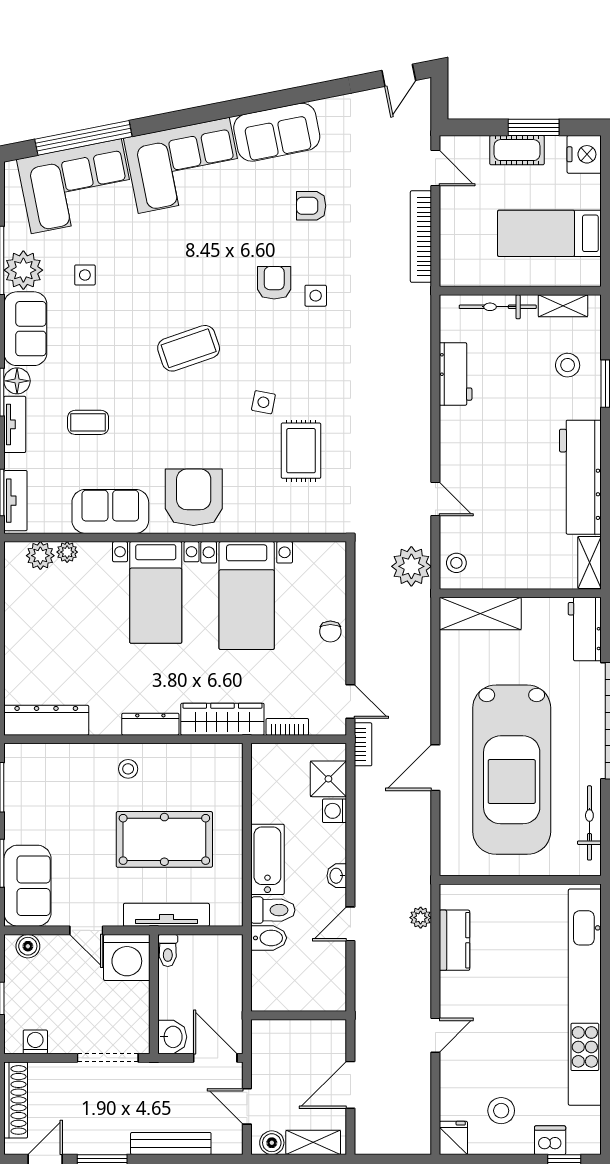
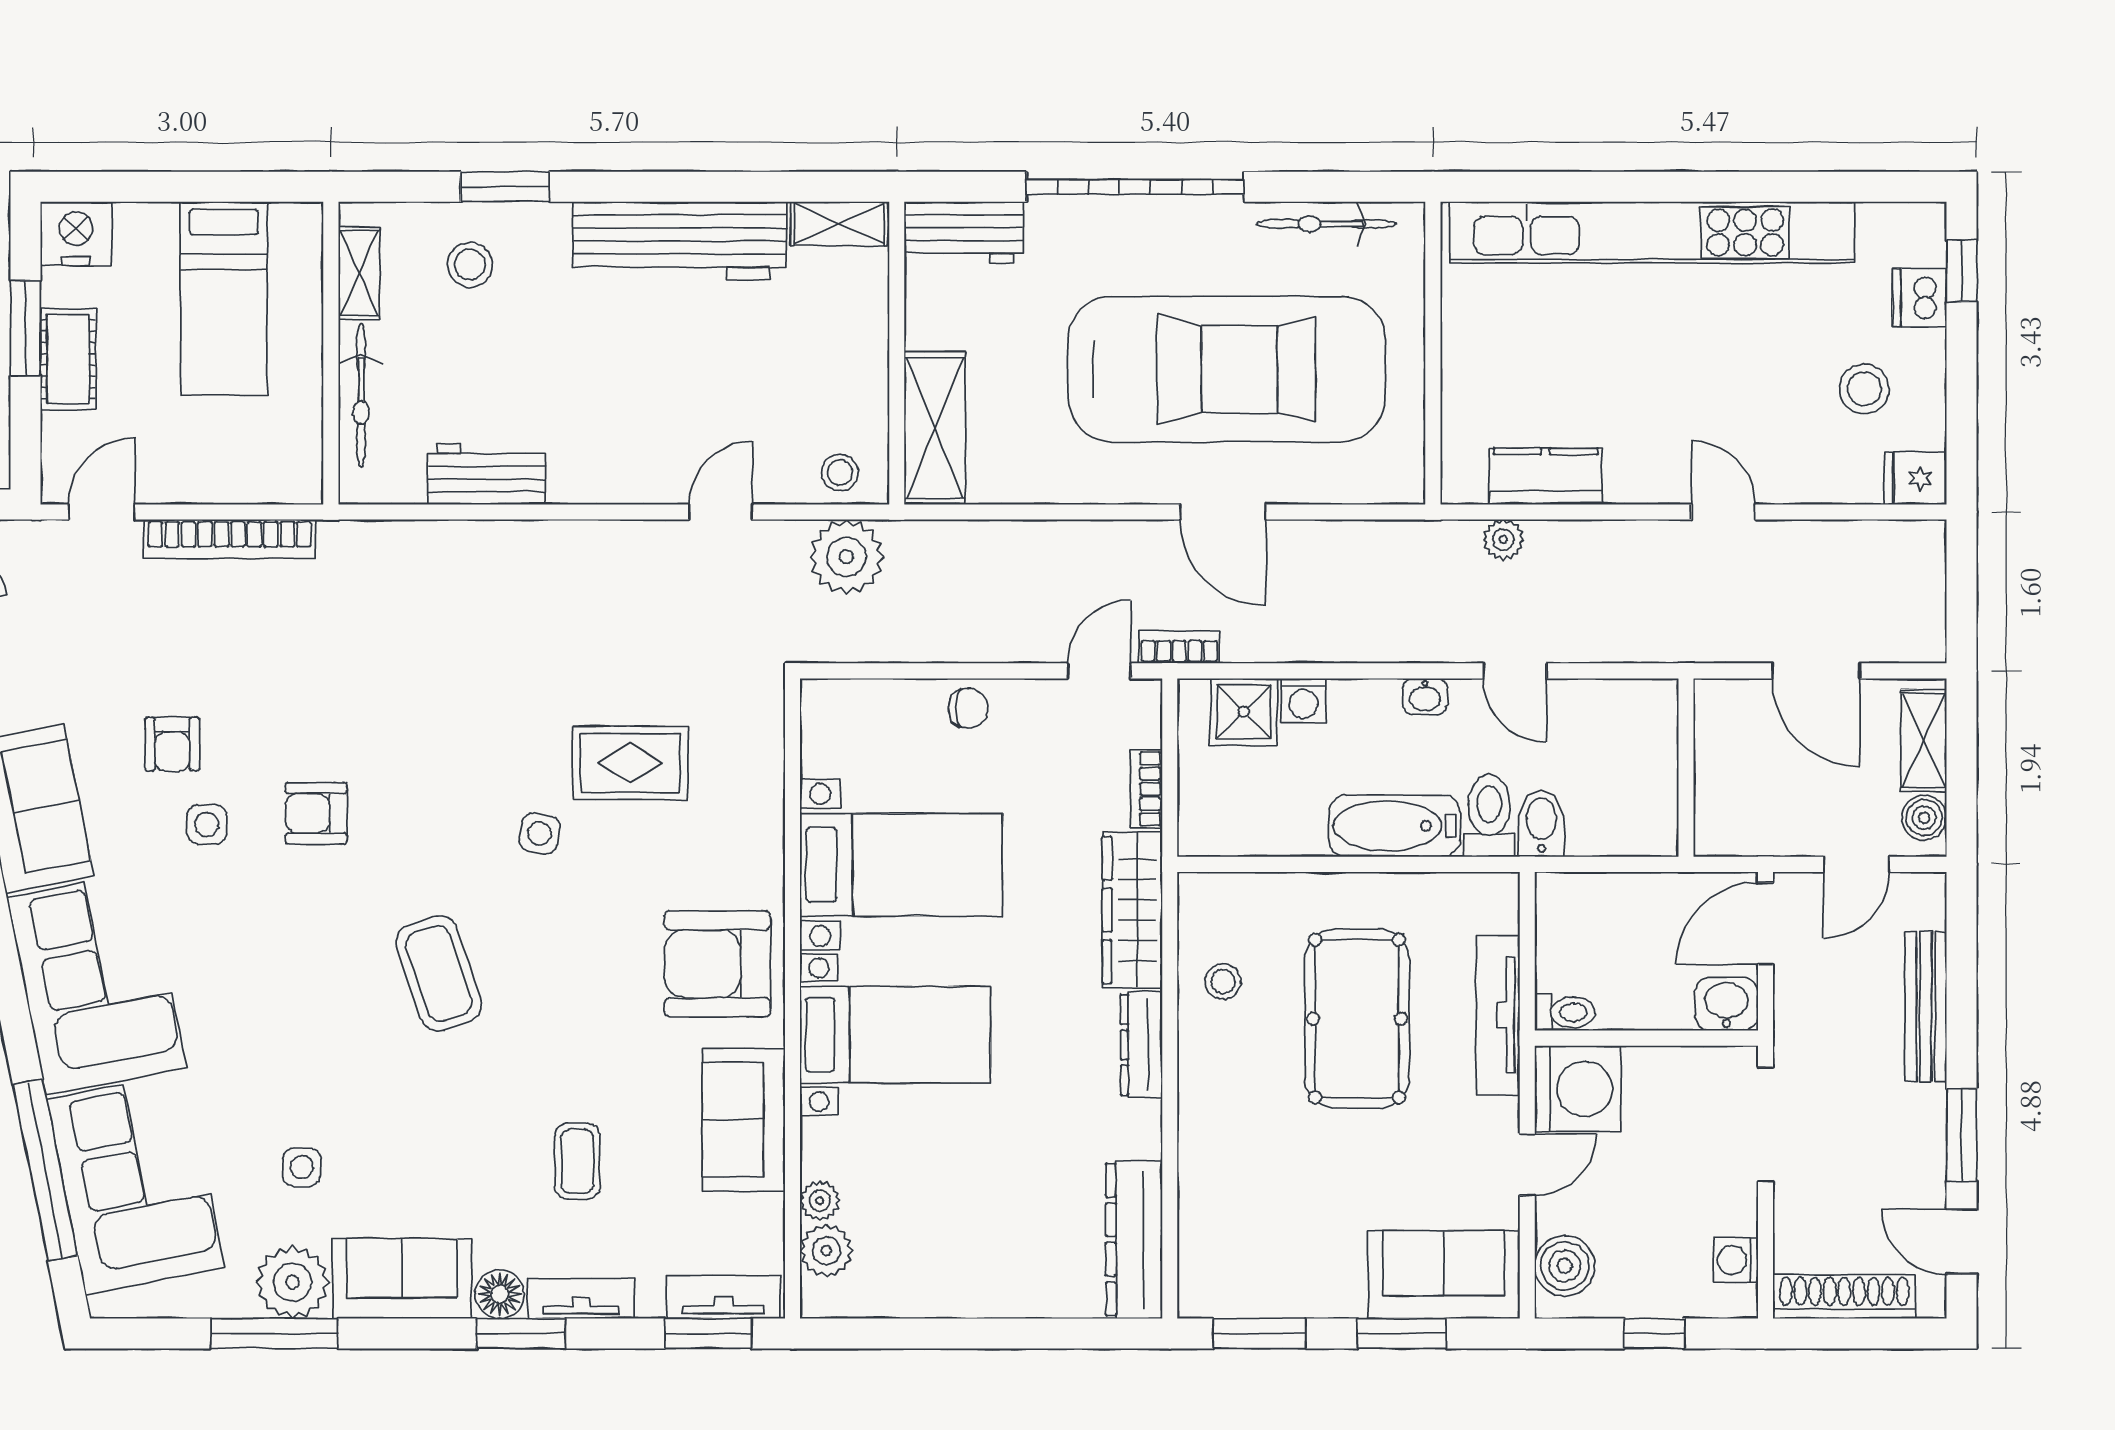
side table: (316, 296) -> (207, 824), moved
stool: (128, 769) -> (1223, 981), moved
boiler: (28, 946) -> (1565, 1266), width x1.36, depth x1.36

